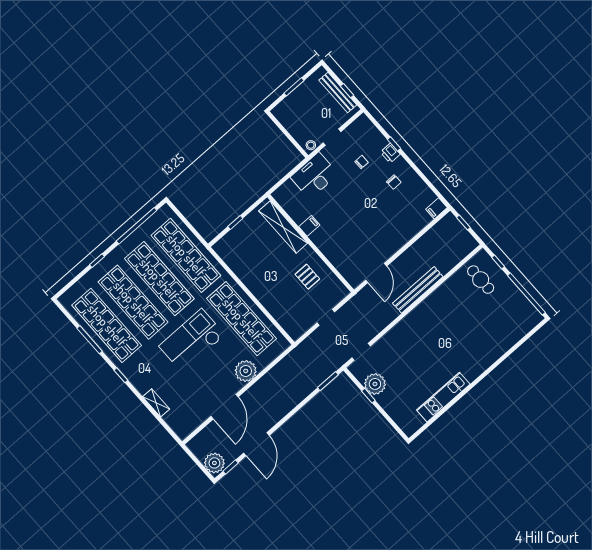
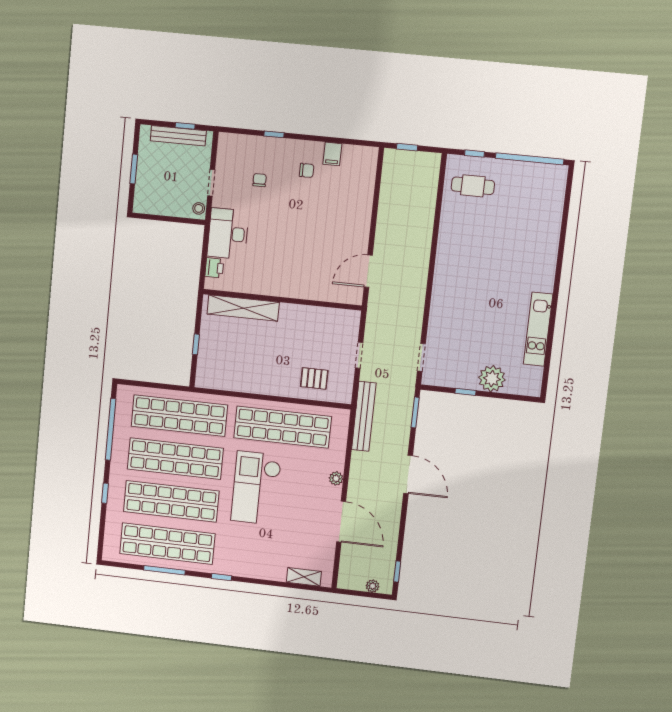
printer: (390, 153) -> (214, 268), moved, turned -90
filing cabinet: (437, 208) -> (332, 154), moved
filing cabinet: (309, 226) -> (266, 285), removed
door: (376, 273) -> (368, 271), swing flipped
pallet: (307, 277) -> (314, 378), moved
bench: (418, 290) -> (364, 416), moved
plant: (246, 371) -> (336, 478), width x0.53, depth x0.53
plant: (375, 384) -> (492, 379), moved
shelving: (156, 403) -> (304, 577), moved
door: (256, 444) -> (408, 474), moved
plant: (214, 463) -> (373, 586), width x0.53, depth x0.53

